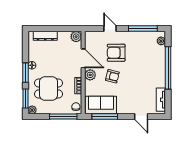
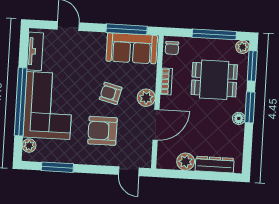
door: (110, 29) -> (129, 171), moved
window: (143, 29) -> (57, 167), width x0.69
plant: (76, 37) -> (186, 162), moved
armchair: (116, 53) -> (102, 131), turned 180
door: (83, 58) -> (156, 125), swing flipped
corner sofa: (151, 66) -> (48, 106), added
window: (63, 117) -> (214, 34), moved

